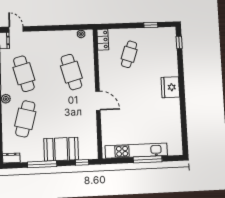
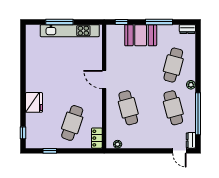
cafe table: (129, 54) -> (72, 123), width x1.37, depth x1.35
fridge: (170, 87) -> (34, 102), moved

